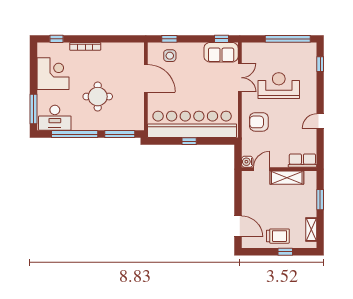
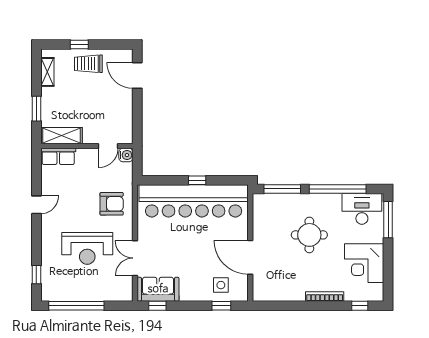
shelving: (287, 178) -> (61, 136), moved

